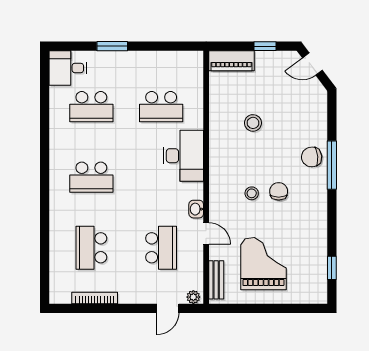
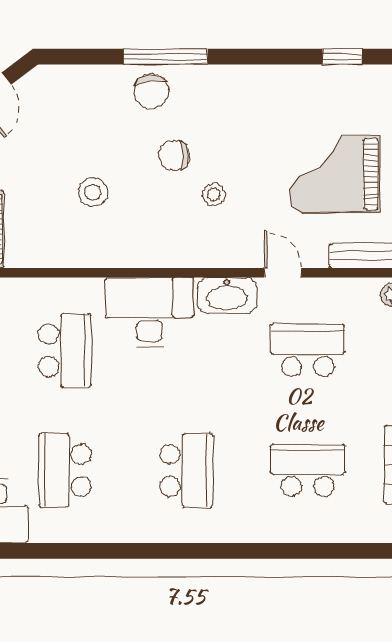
school desk: (91, 107) -> (65, 470), turned 180
chair: (279, 191) -> (174, 156), moved
washbasin: (196, 209) -> (227, 295), width x1.91, depth x1.45
door: (206, 233) -> (283, 273), hinge flipped
school desk: (91, 248) -> (308, 470), turned 180

